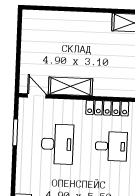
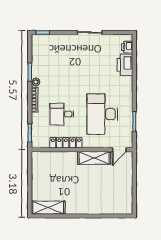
door: (37, 96) -> (119, 150), hinge flipped
desk: (57, 144) -> (102, 114), width x1.36, depth x1.30

